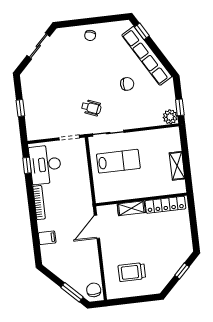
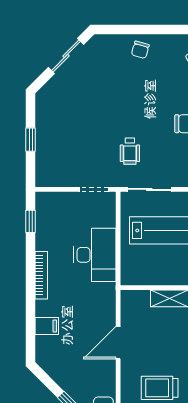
wheelchair: (91, 108) -> (130, 151), turned 69
desk: (45, 165) -> (95, 255), moved, turned 180
door: (97, 227) -> (118, 343), moved

